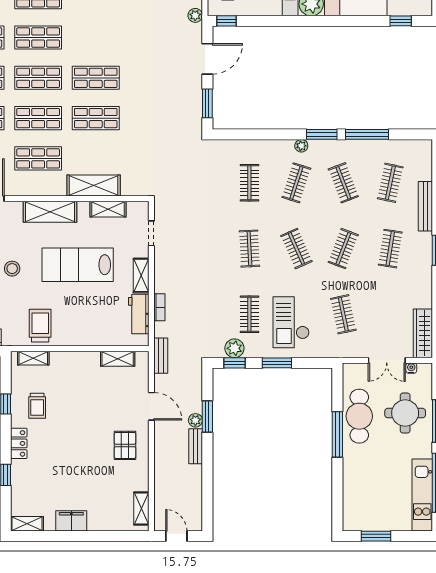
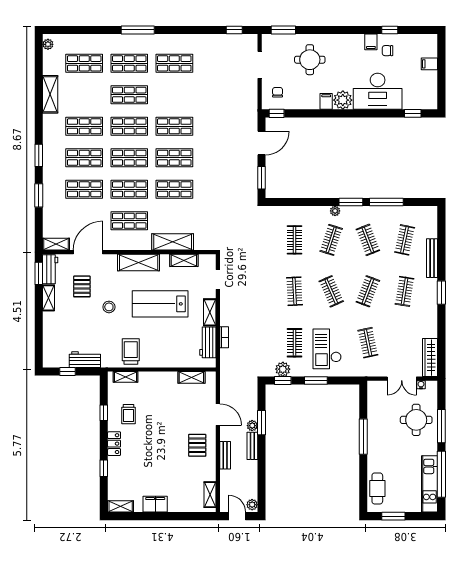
plant: (195, 15) -> (252, 505), moved
shop shelf: (96, 38) -> (174, 126), added
bench: (161, 356) -> (225, 455), moved
cafe table: (359, 416) -> (377, 488), moved, width x0.73, depth x0.74

